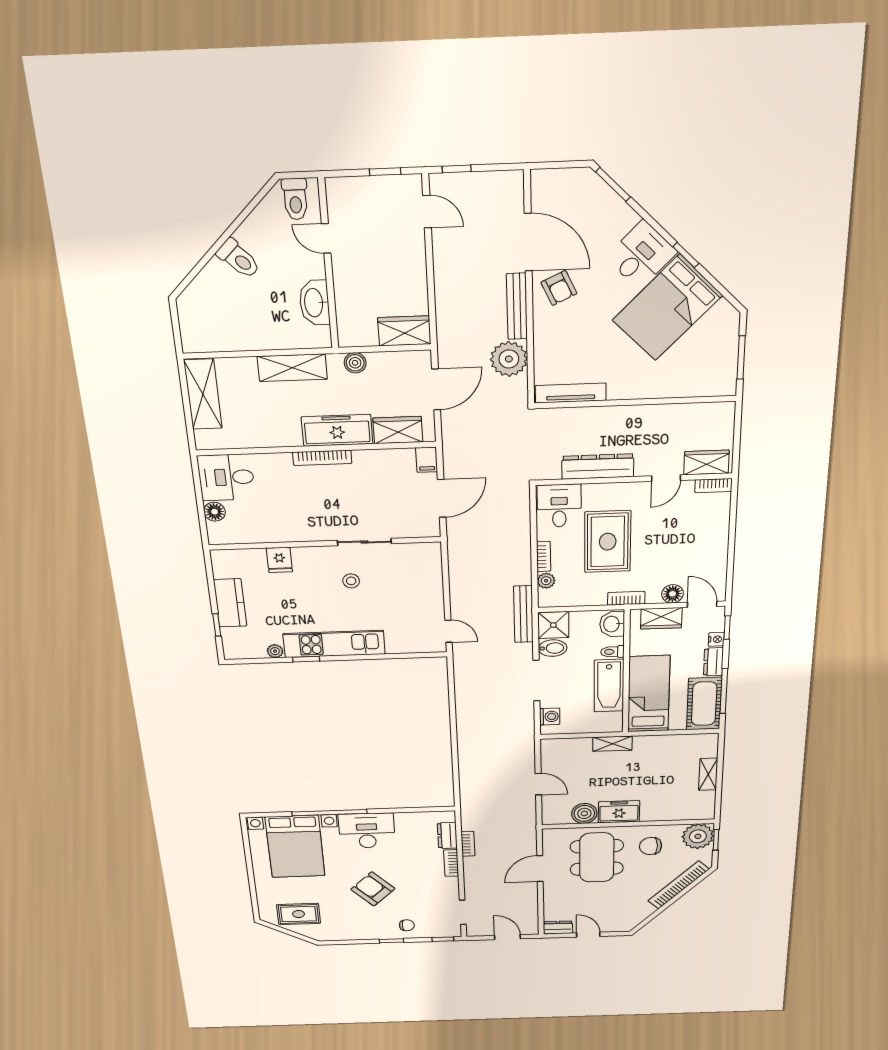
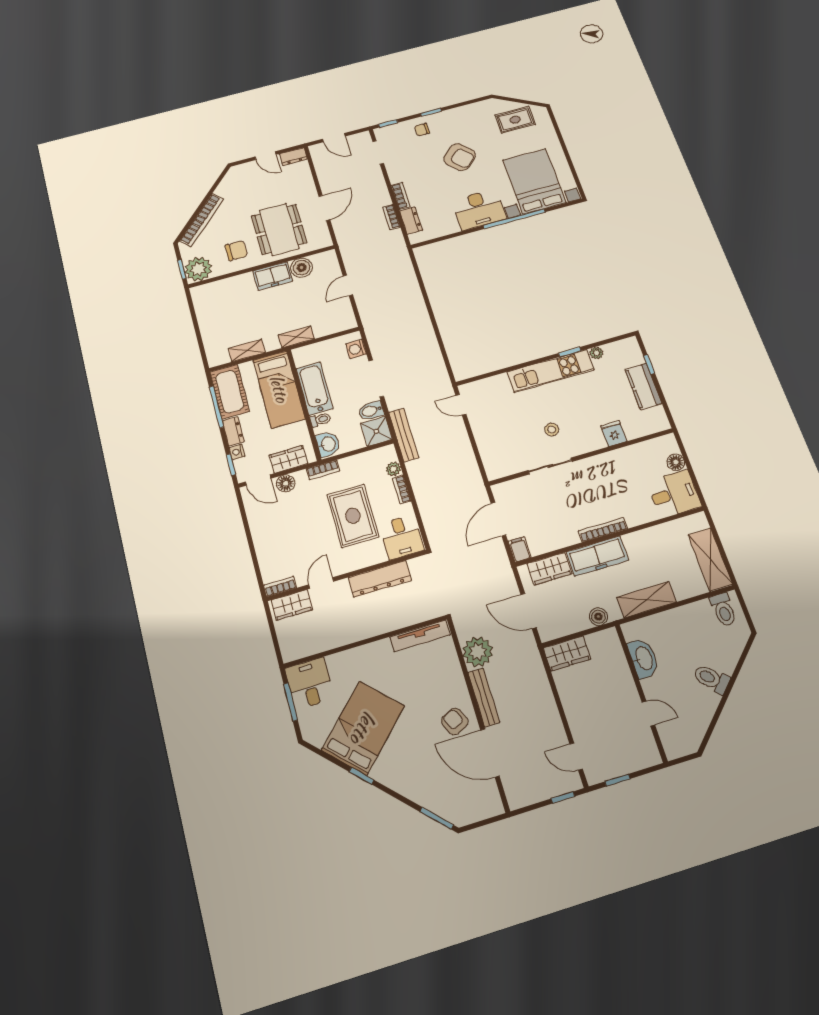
toilet: (295, 199) -> (723, 610), moved, turned 180
desk: (641, 255) -> (310, 684), moved, turned 135
door: (436, 389) -> (528, 611), hinge flipped
shelving: (708, 774) -> (247, 350), moved, turned 90
door: (538, 784) -> (348, 285), hinge flipped

